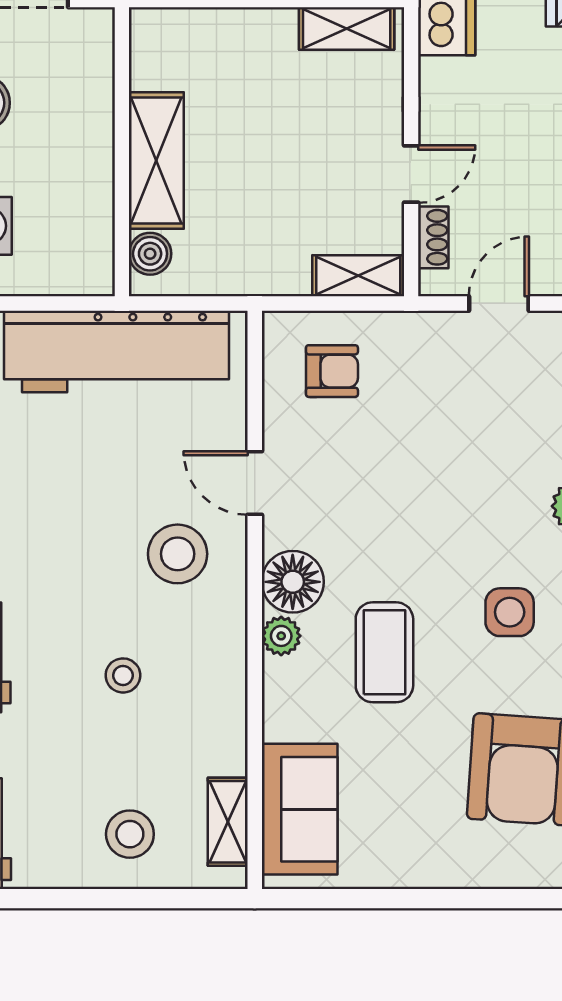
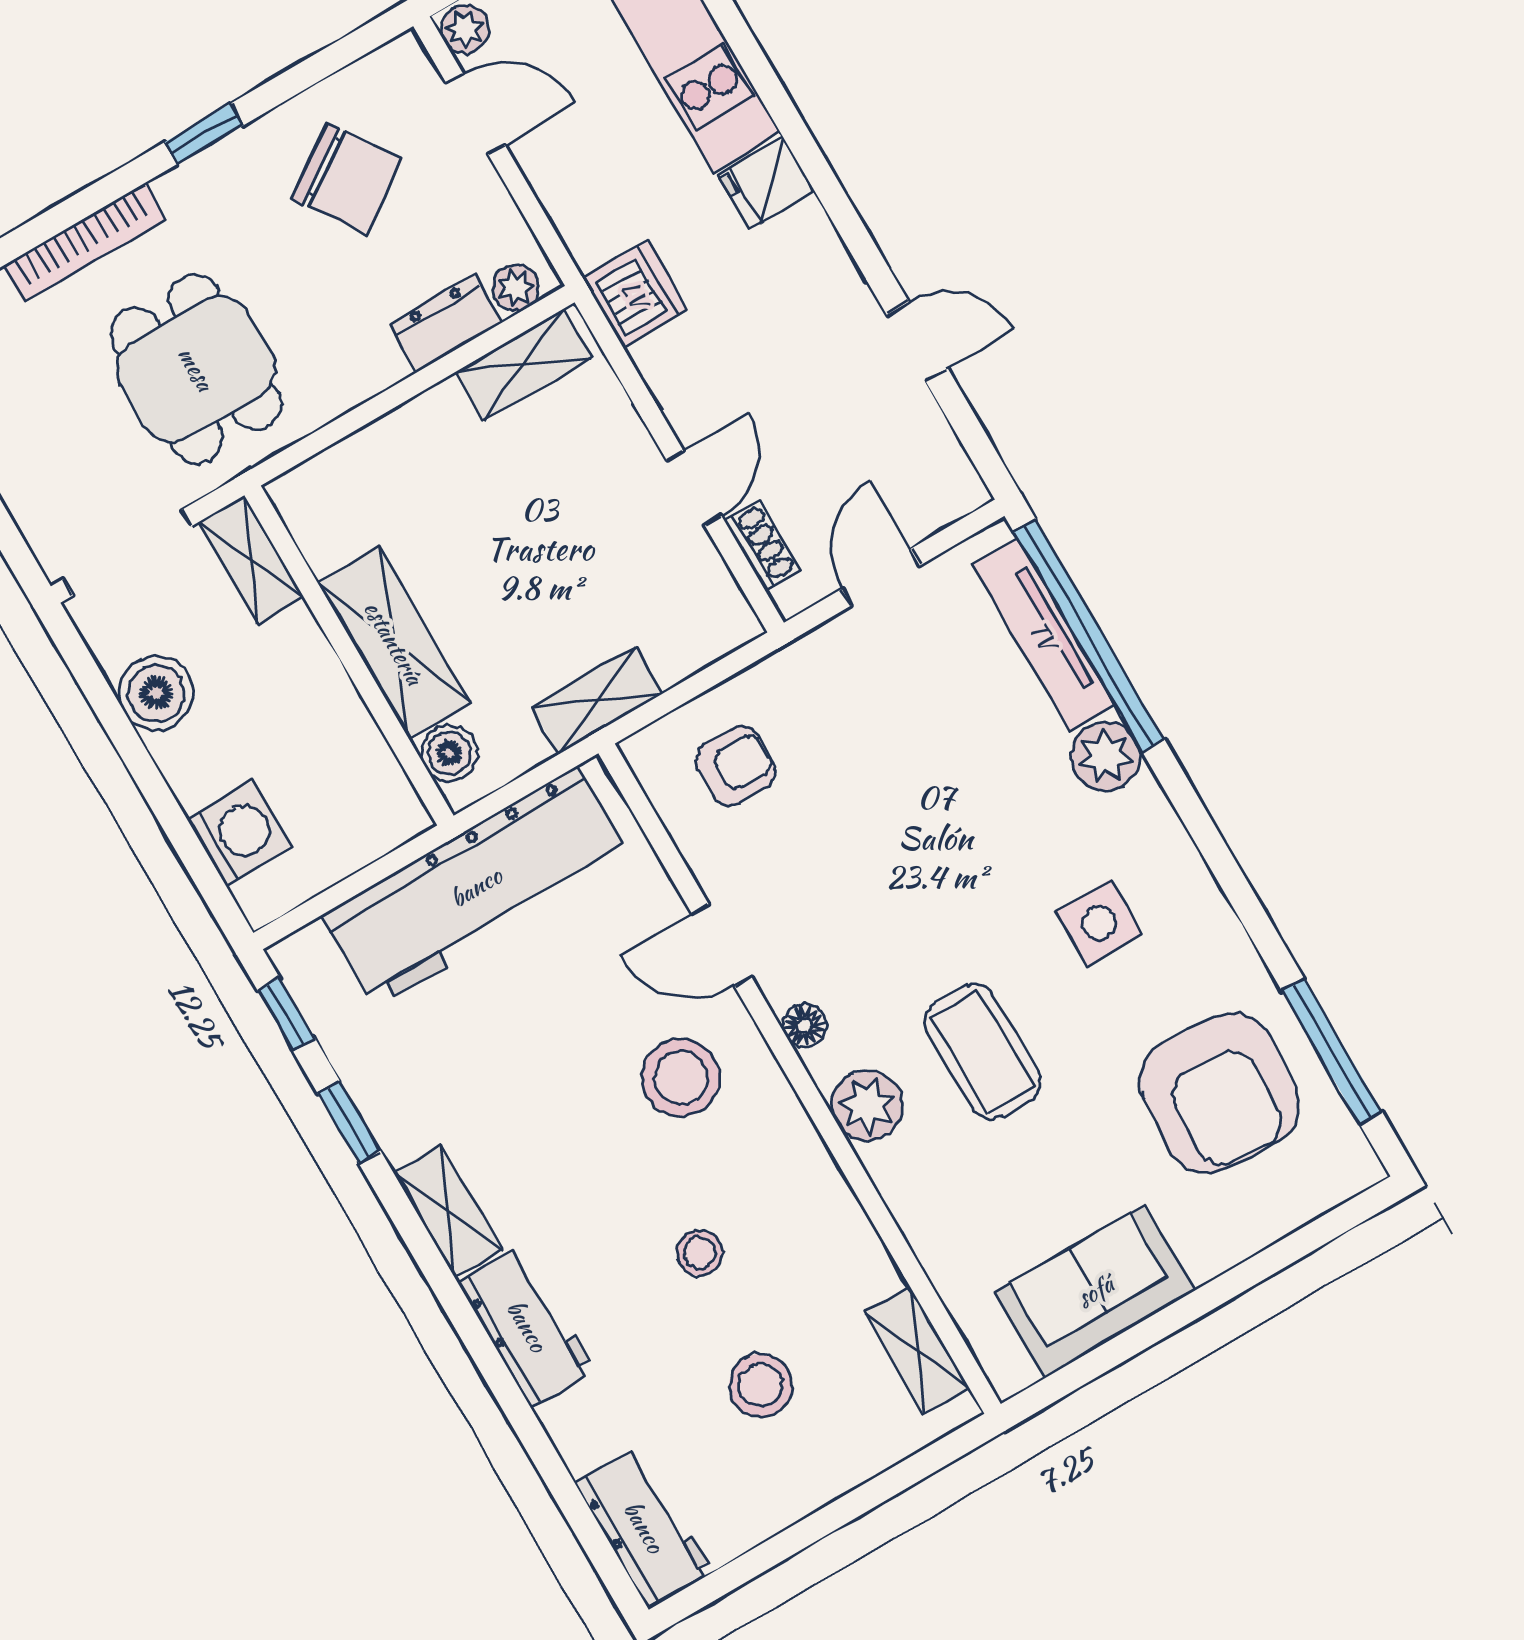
shelving: (95, 52) -> (251, 560), added
shelving: (358, 276) -> (598, 700), moved
floor lamp: (293, 582) -> (805, 1026), width x0.53, depth x0.53
plant: (281, 636) -> (867, 1106), width x1.38, depth x1.38
sofa: (300, 809) -> (1095, 1291), moved, turned -90
stool: (130, 834) -> (761, 1385), moved

